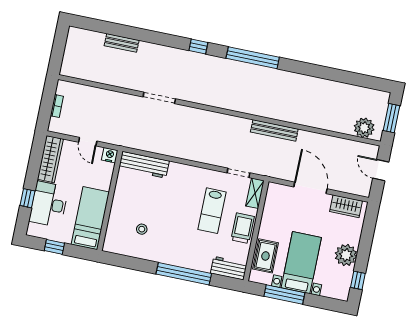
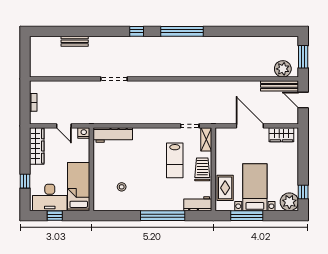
bench: (274, 130) -> (280, 86), moved
desk: (49, 204) -> (50, 198), moved, turned -90
plant: (346, 255) -> (289, 202), moved

